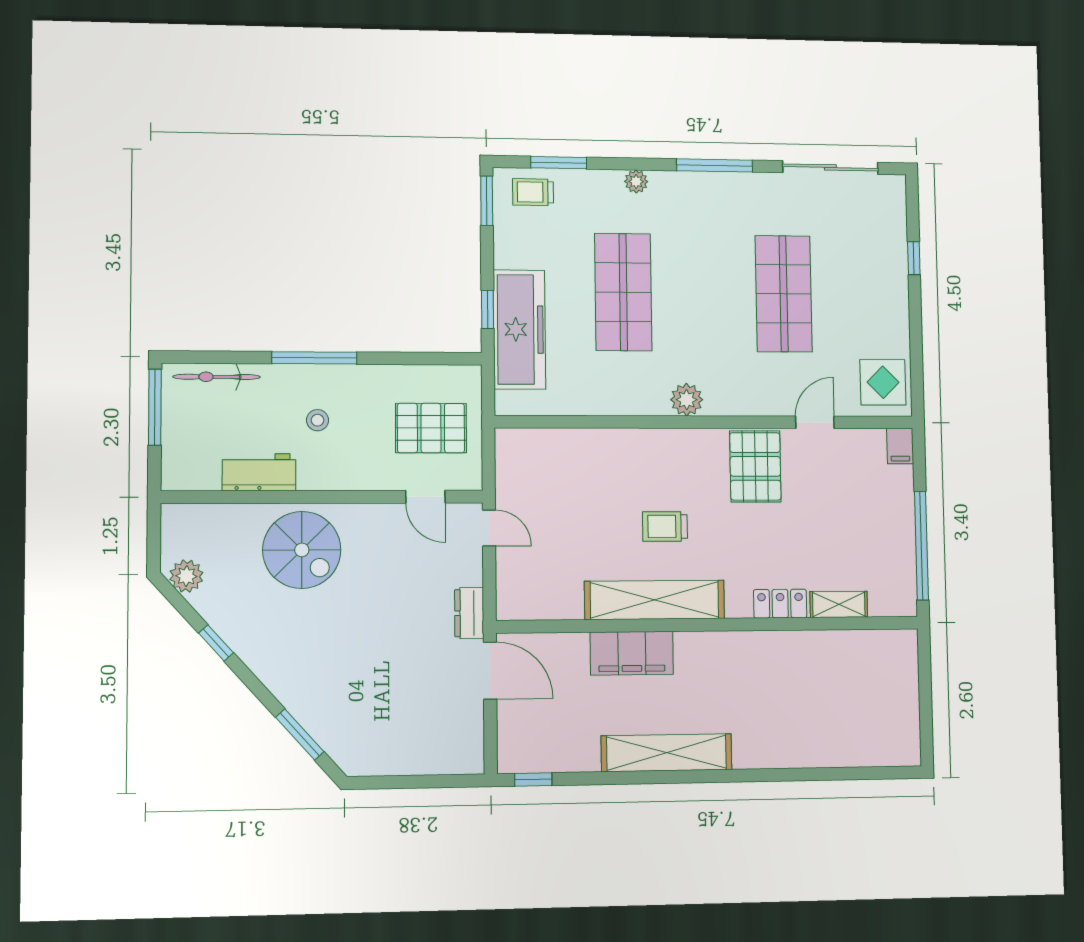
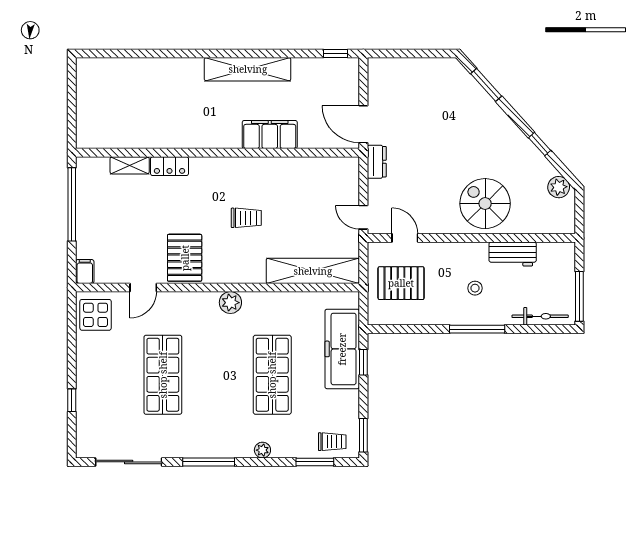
shelving: (655, 600) -> (313, 271), moved

